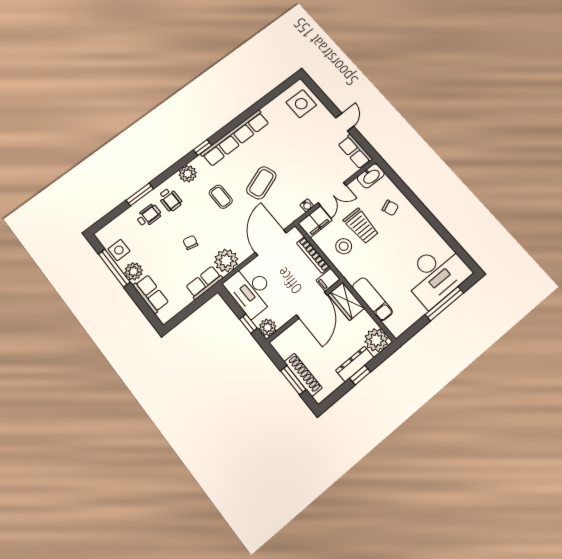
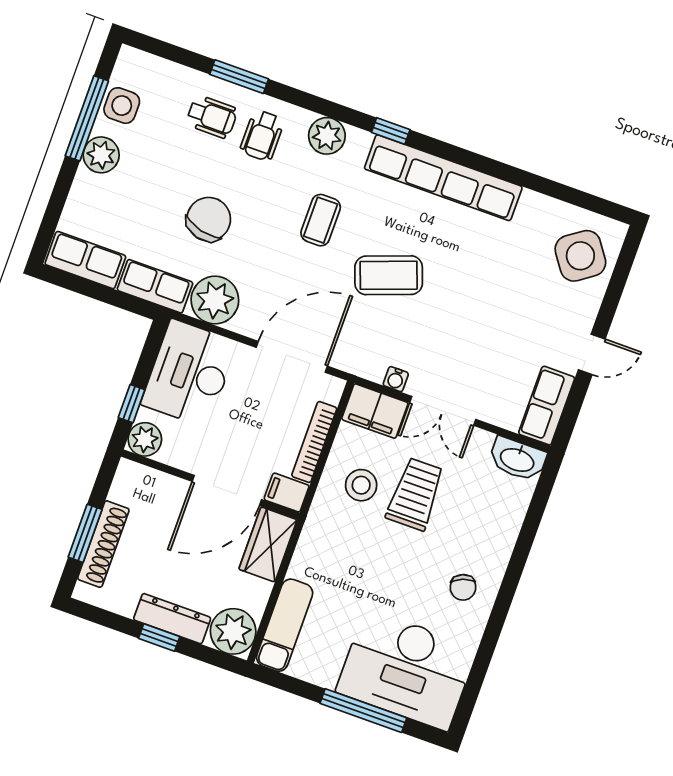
side table: (301, 104) -> (580, 256), turned -35
chair: (390, 208) -> (463, 587), moved
trolley: (361, 226) -> (415, 494), turned 180
chair: (190, 243) -> (209, 219), width x1.87, depth x1.87
row of seats: (151, 294) -> (85, 260), moved, turned -90
exam couch: (372, 299) -> (285, 625), moved

